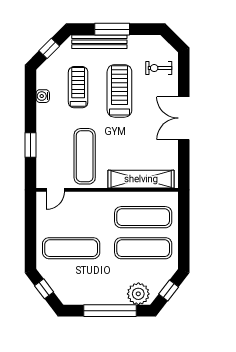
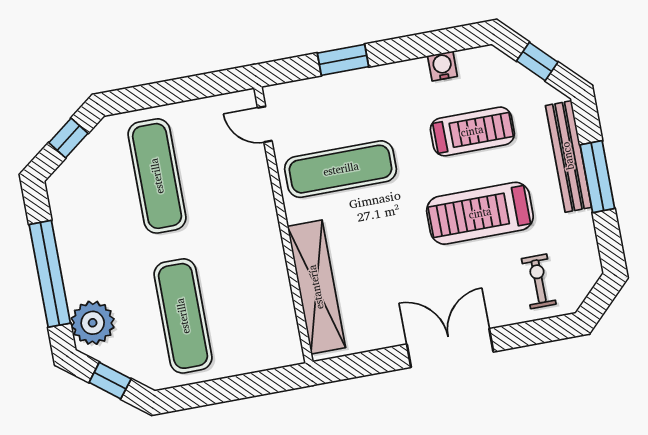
treadmill: (119, 91) -> (480, 213), turned 180
exercise mat: (143, 217) -> (243, 305), removed

